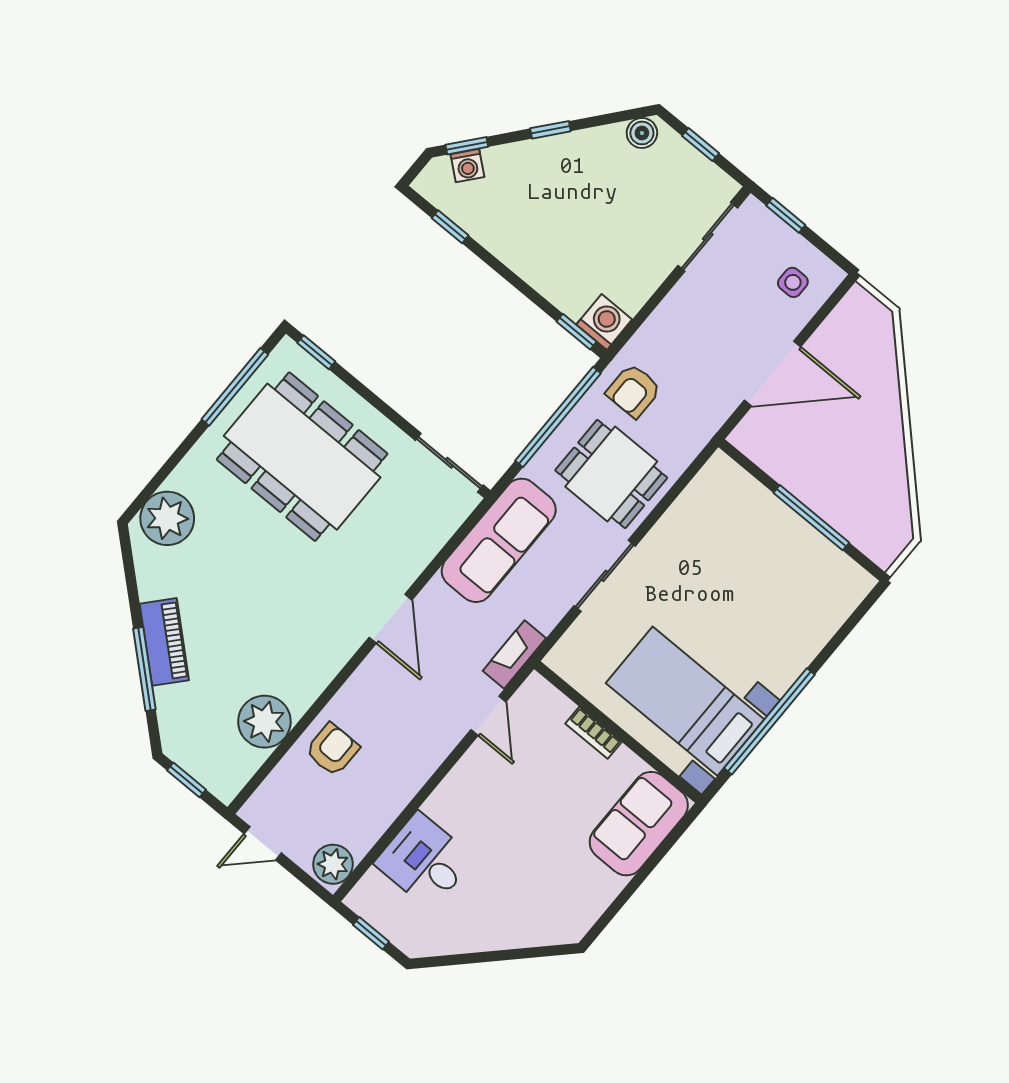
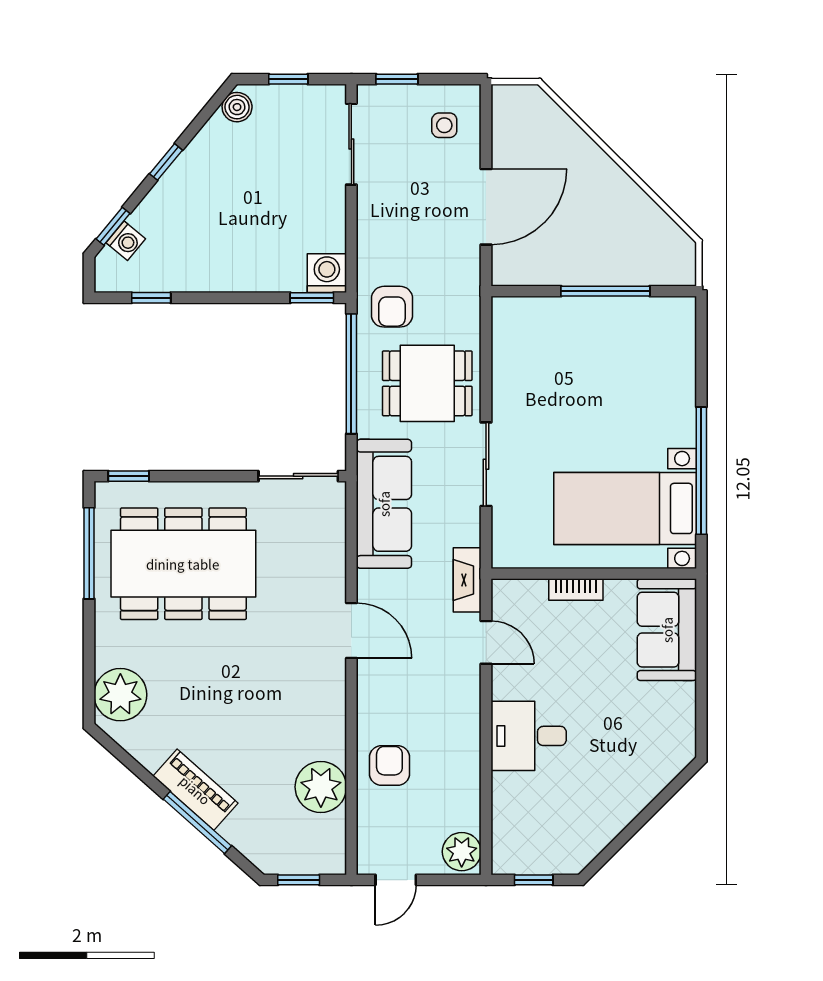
desk: (424, 861) -> (529, 736), moved

